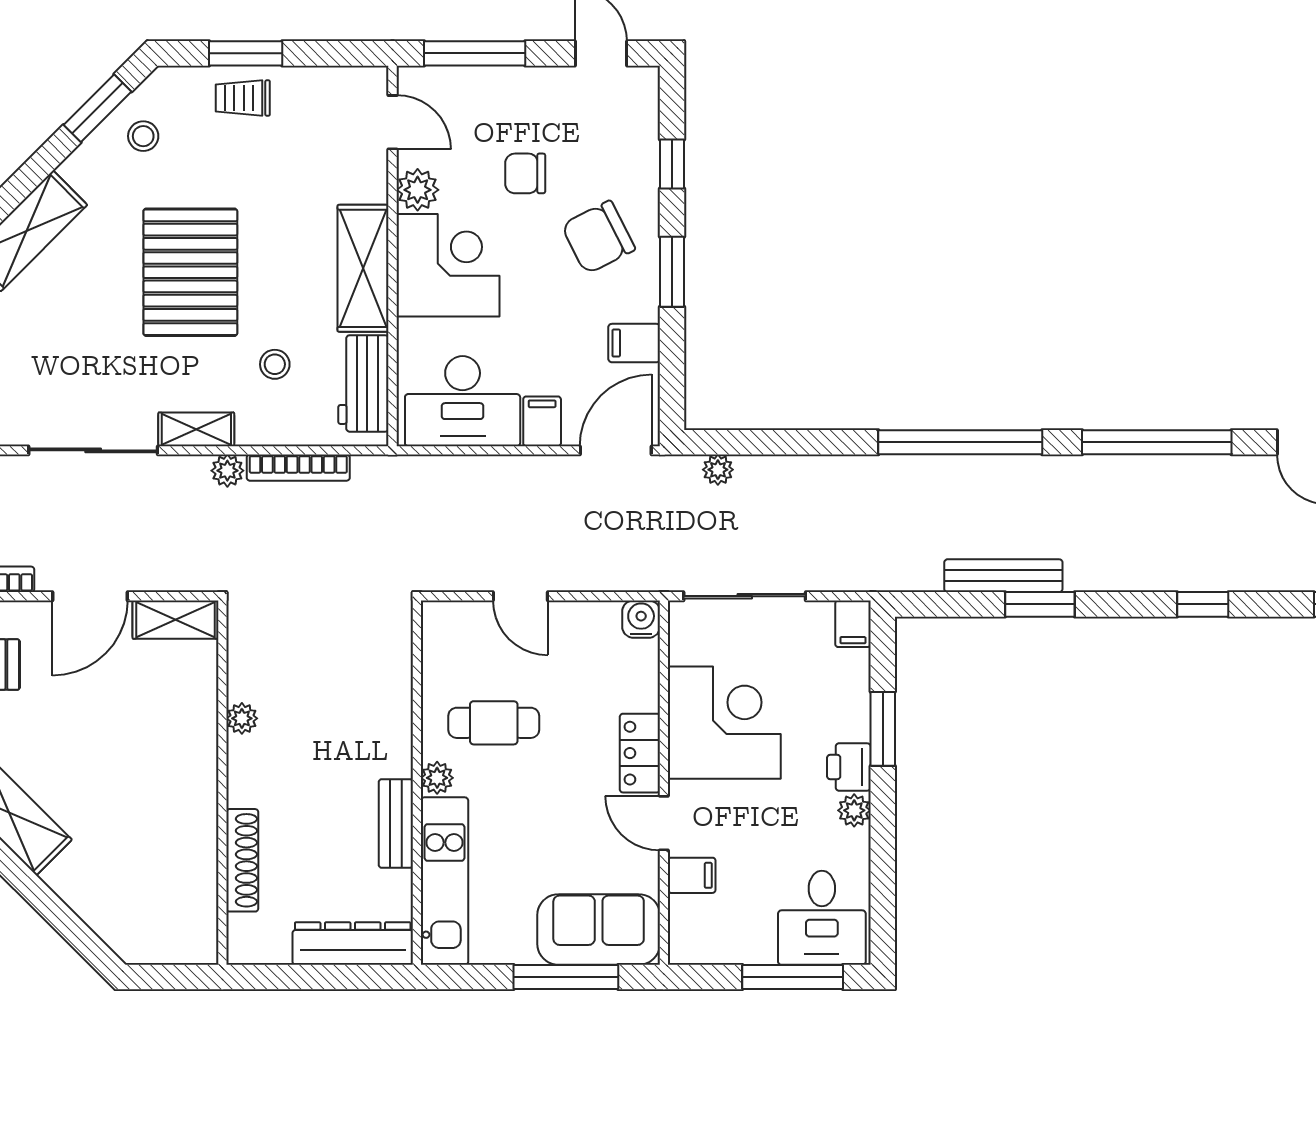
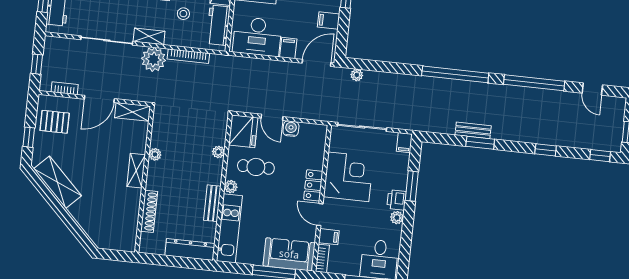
plant: (227, 471) -> (154, 59), width x1.88, depth x1.88
bench: (1003, 576) -> (473, 130), width x0.73
water cooler: (641, 619) -> (291, 129), moved
fridge: (453, 638) -> (243, 131), added
plant: (397, 696) -> (218, 152), added
shelving: (200, 763) -> (136, 171), added
bookcase: (682, 931) -> (322, 258), added

